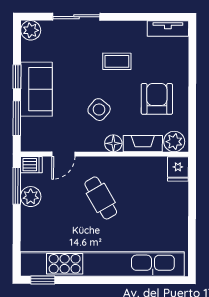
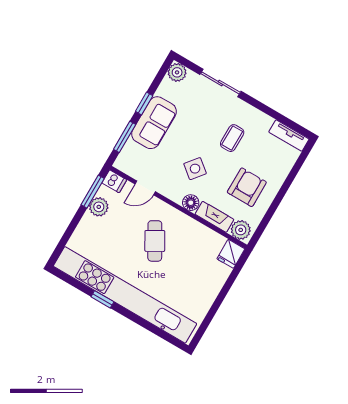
coffee table: (117, 61) -> (232, 138), turned 90
window: (43, 280) -> (102, 299), moved

